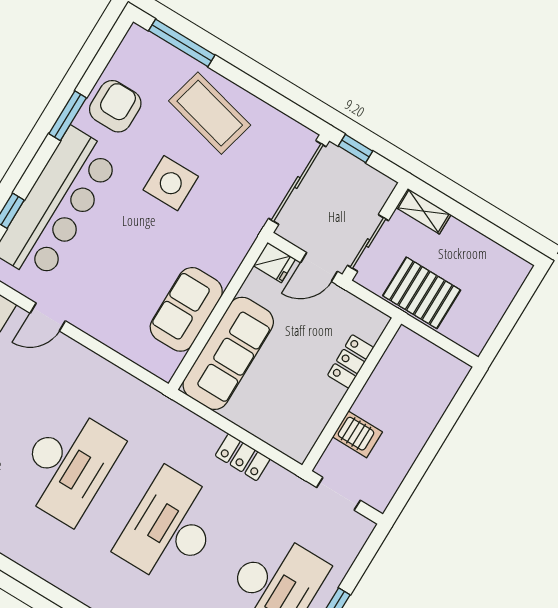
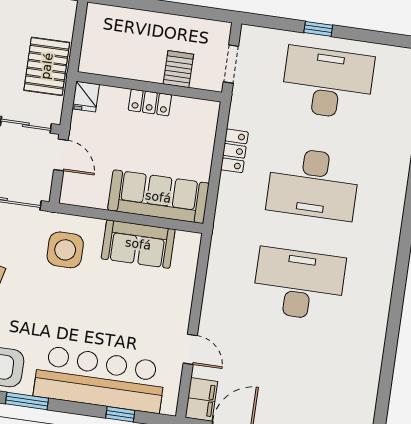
side table: (171, 183) -> (65, 250), moved
fridge: (274, 262) -> (86, 97), moved, turned 180
locker: (351, 361) -> (150, 102), moved

